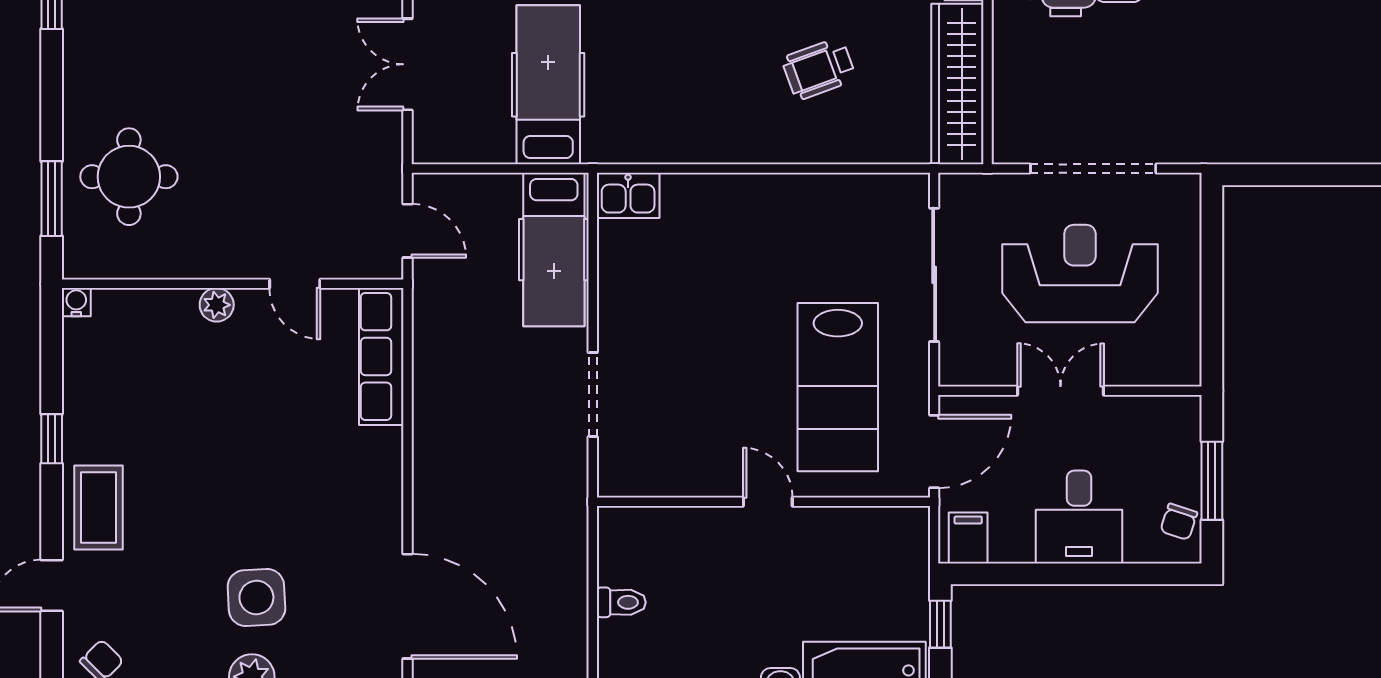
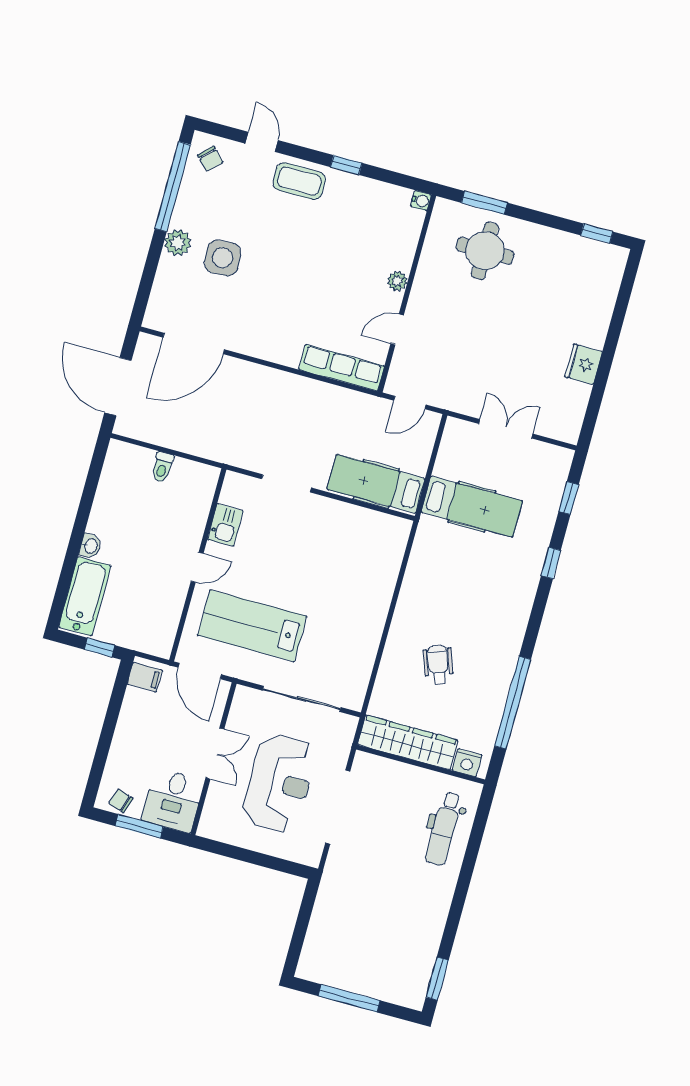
kitchen sink: (628, 195) -> (225, 525), moved, turned 180
desk: (1079, 517) -> (173, 800), moved, turned -90

